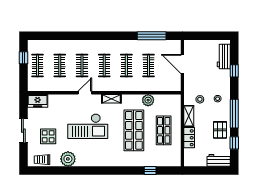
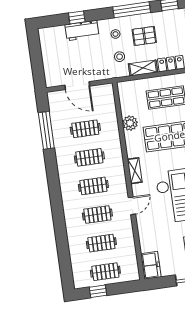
workbench: (224, 56) -> (82, 31), moved
door: (182, 64) -> (77, 86), hinge flipped
door: (85, 93) -> (132, 206), swing flipped
pallet: (220, 130) -> (144, 36), moved

